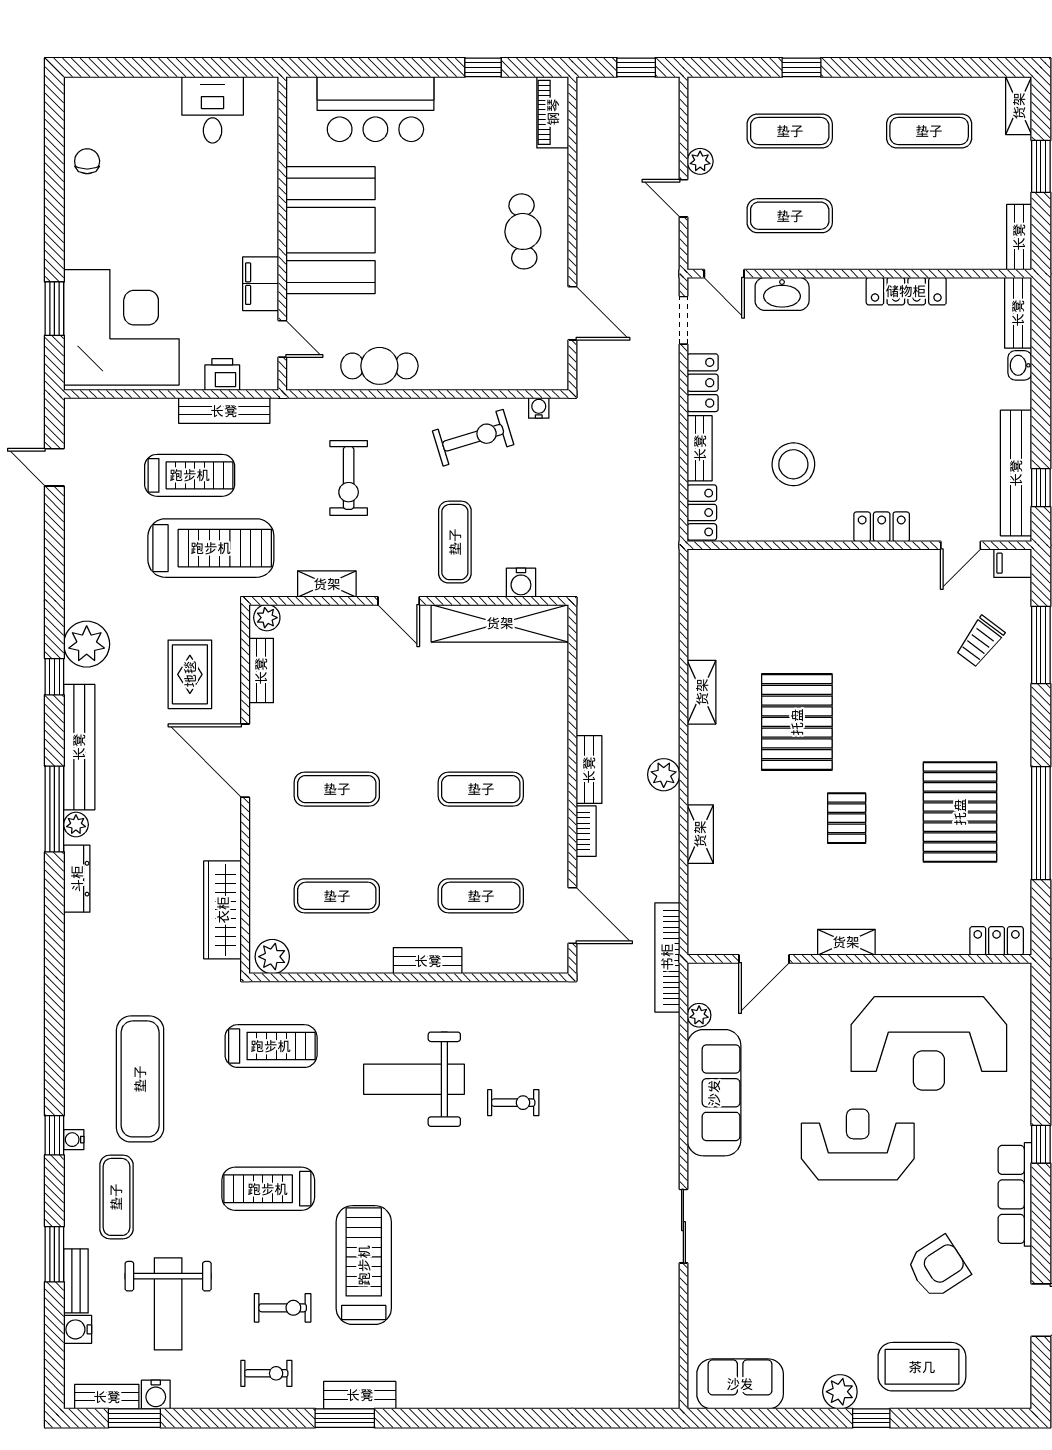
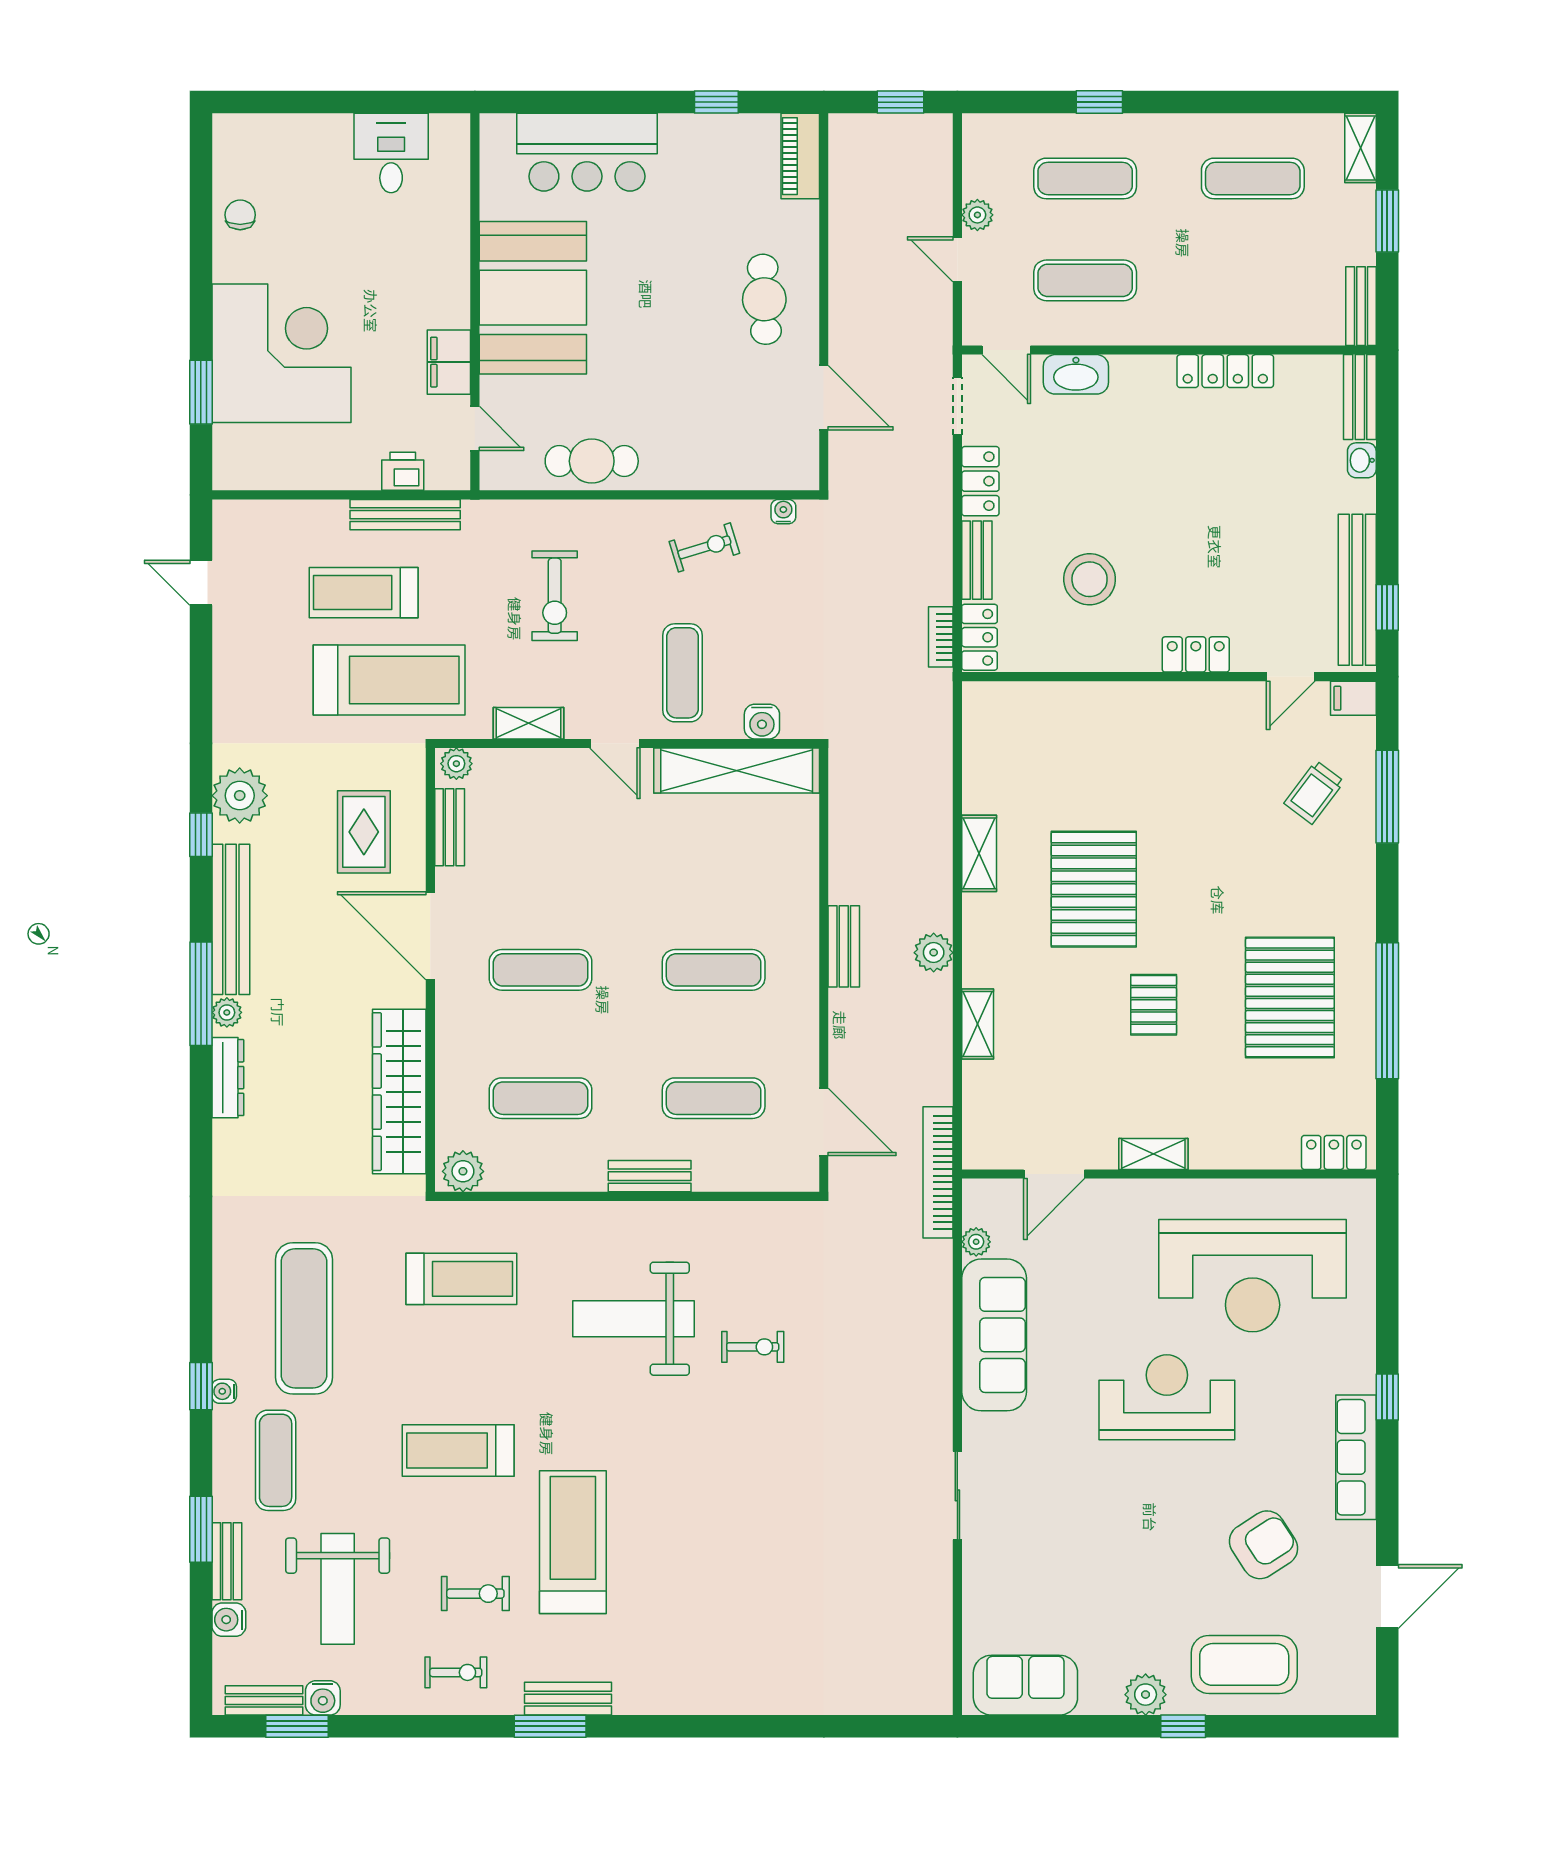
corner desk: (121, 327) -> (282, 353), moved
exercise bike: (473, 438) -> (704, 547), width x0.73, depth x0.72
treadmill: (190, 475) -> (364, 593), turned 180
bookcase: (586, 831) -> (941, 637), moved, turned 180
wardrobe: (223, 910) -> (399, 1092), width x1.40, depth x1.17

